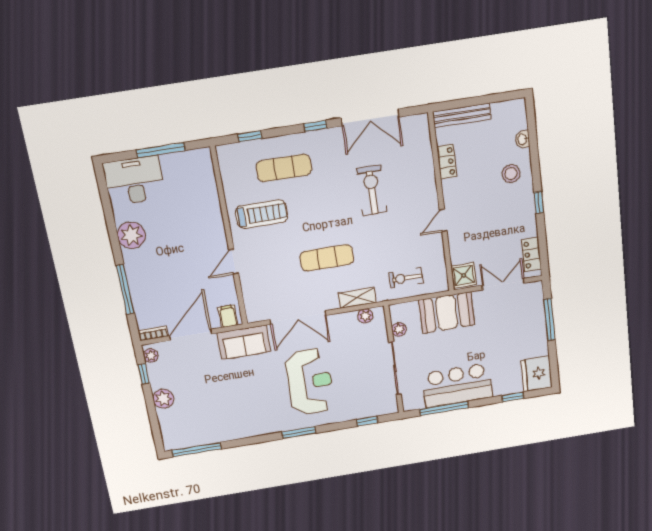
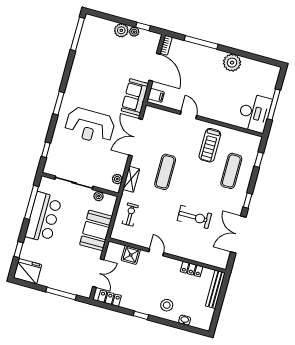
desk: (134, 181) -> (254, 113), moved
shower: (464, 275) -> (131, 255), moved
plant: (151, 355) -> (134, 32), moved

